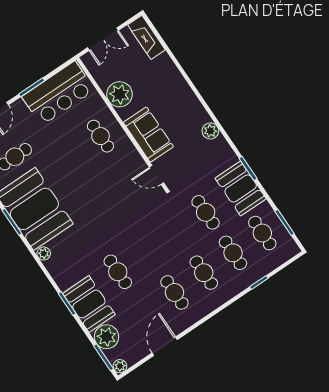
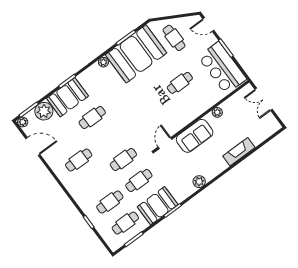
fireplace: (146, 37) -> (239, 152), moved
plant: (120, 94) -> (217, 112), width x0.53, depth x0.53
cafe table: (100, 136) -> (180, 83), moved
cafe table: (204, 273) -> (123, 160), moved
door: (165, 346) -> (33, 146), moved

